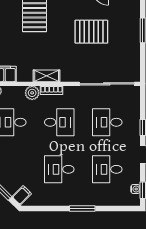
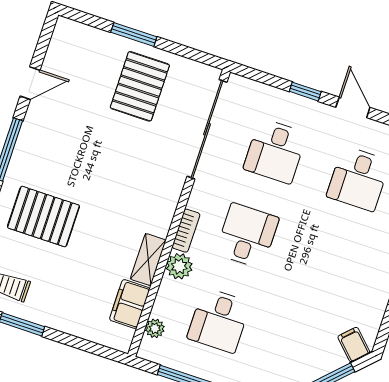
pallet: (91, 32) -> (140, 86), moved
shelving: (47, 76) -> (148, 260), moved
desk: (59, 169) -> (330, 263), removed

